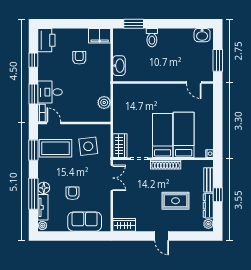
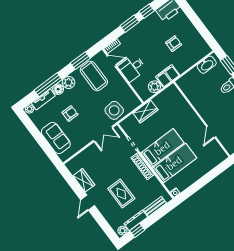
filing cabinet: (100, 36) -> (168, 76), moved, turned 90
washbasin: (119, 66) -> (207, 65), moved
door: (194, 83) -> (211, 132), moved
desk: (50, 92) -> (132, 68), moved, turned -90
window: (33, 94) -> (130, 24), moved
door: (54, 123) -> (112, 61), hinge flipped
side table: (88, 146) -> (114, 110), moved
wardrobe: (120, 146) -> (145, 111), moved
plant: (45, 174) -> (69, 82), added
window: (218, 195) -> (137, 230), moved
wardrobe: (124, 225) -> (84, 180), moved

